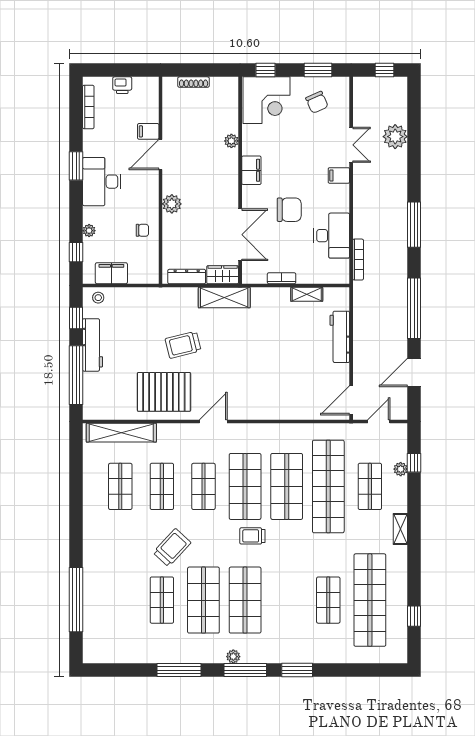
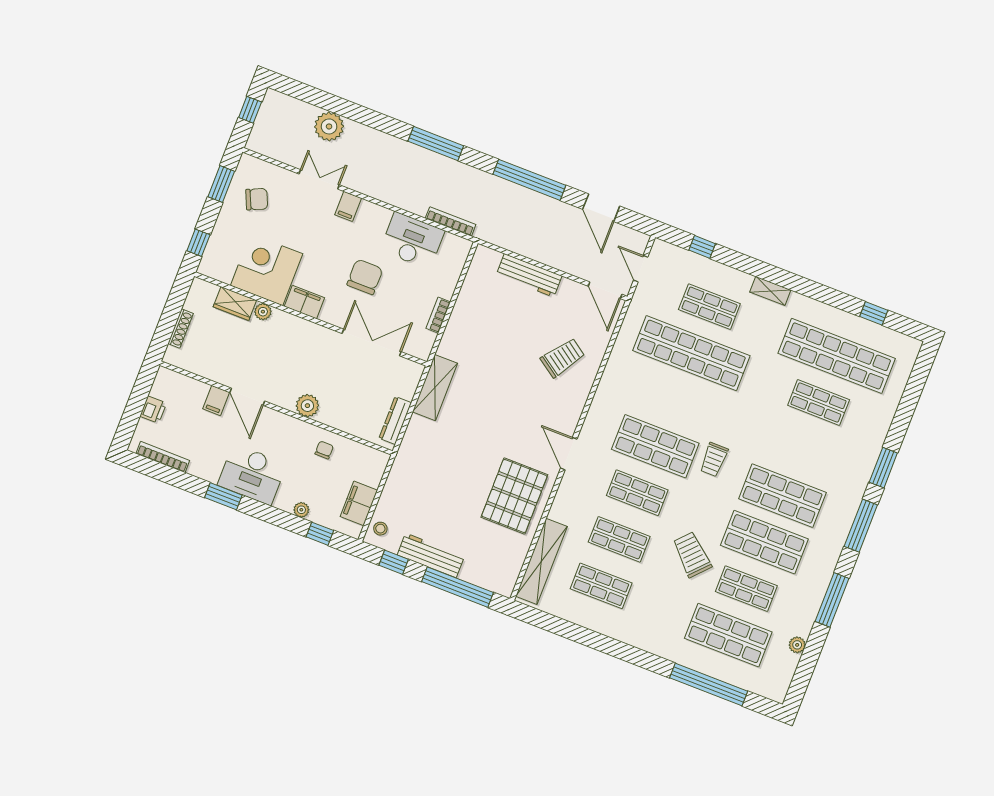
corner desk: (267, 100) -> (267, 270), moved, turned -90
wardrobe: (223, 275) -> (235, 304), moved, turned -90
shelving: (307, 294) -> (467, 294), removed
trolley: (183, 345) -> (563, 358), moved, turned -131
plant: (401, 469) -> (703, 265), removed
shop shelf: (287, 486) -> (728, 635), moved
plant: (233, 657) -> (797, 645), moved

